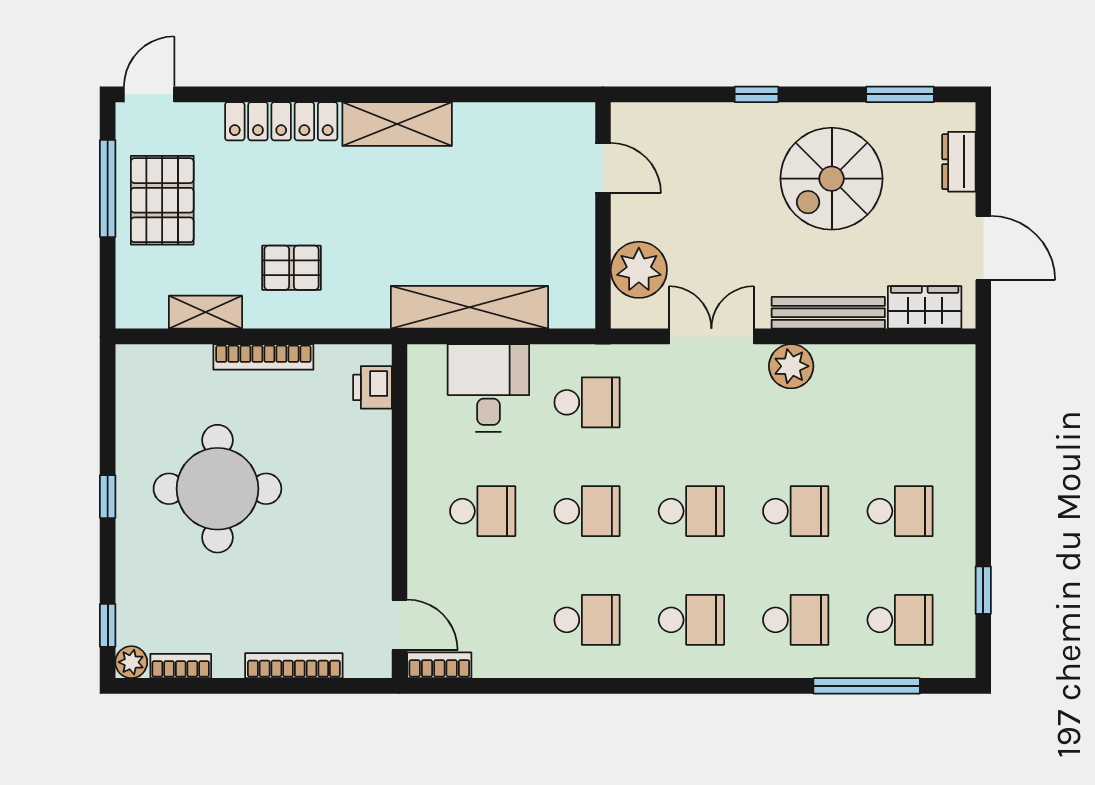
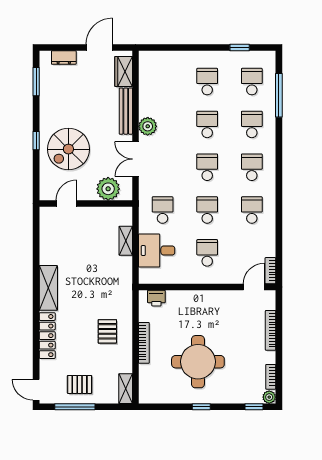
spiral stairs: (832, 179) -> (68, 149), moved, turned 90
pallet: (162, 200) -> (80, 384), width x0.67, depth x0.71
shelving: (469, 307) -> (126, 241), width x0.45, depth x0.75
shelving: (205, 312) -> (126, 389), moved

